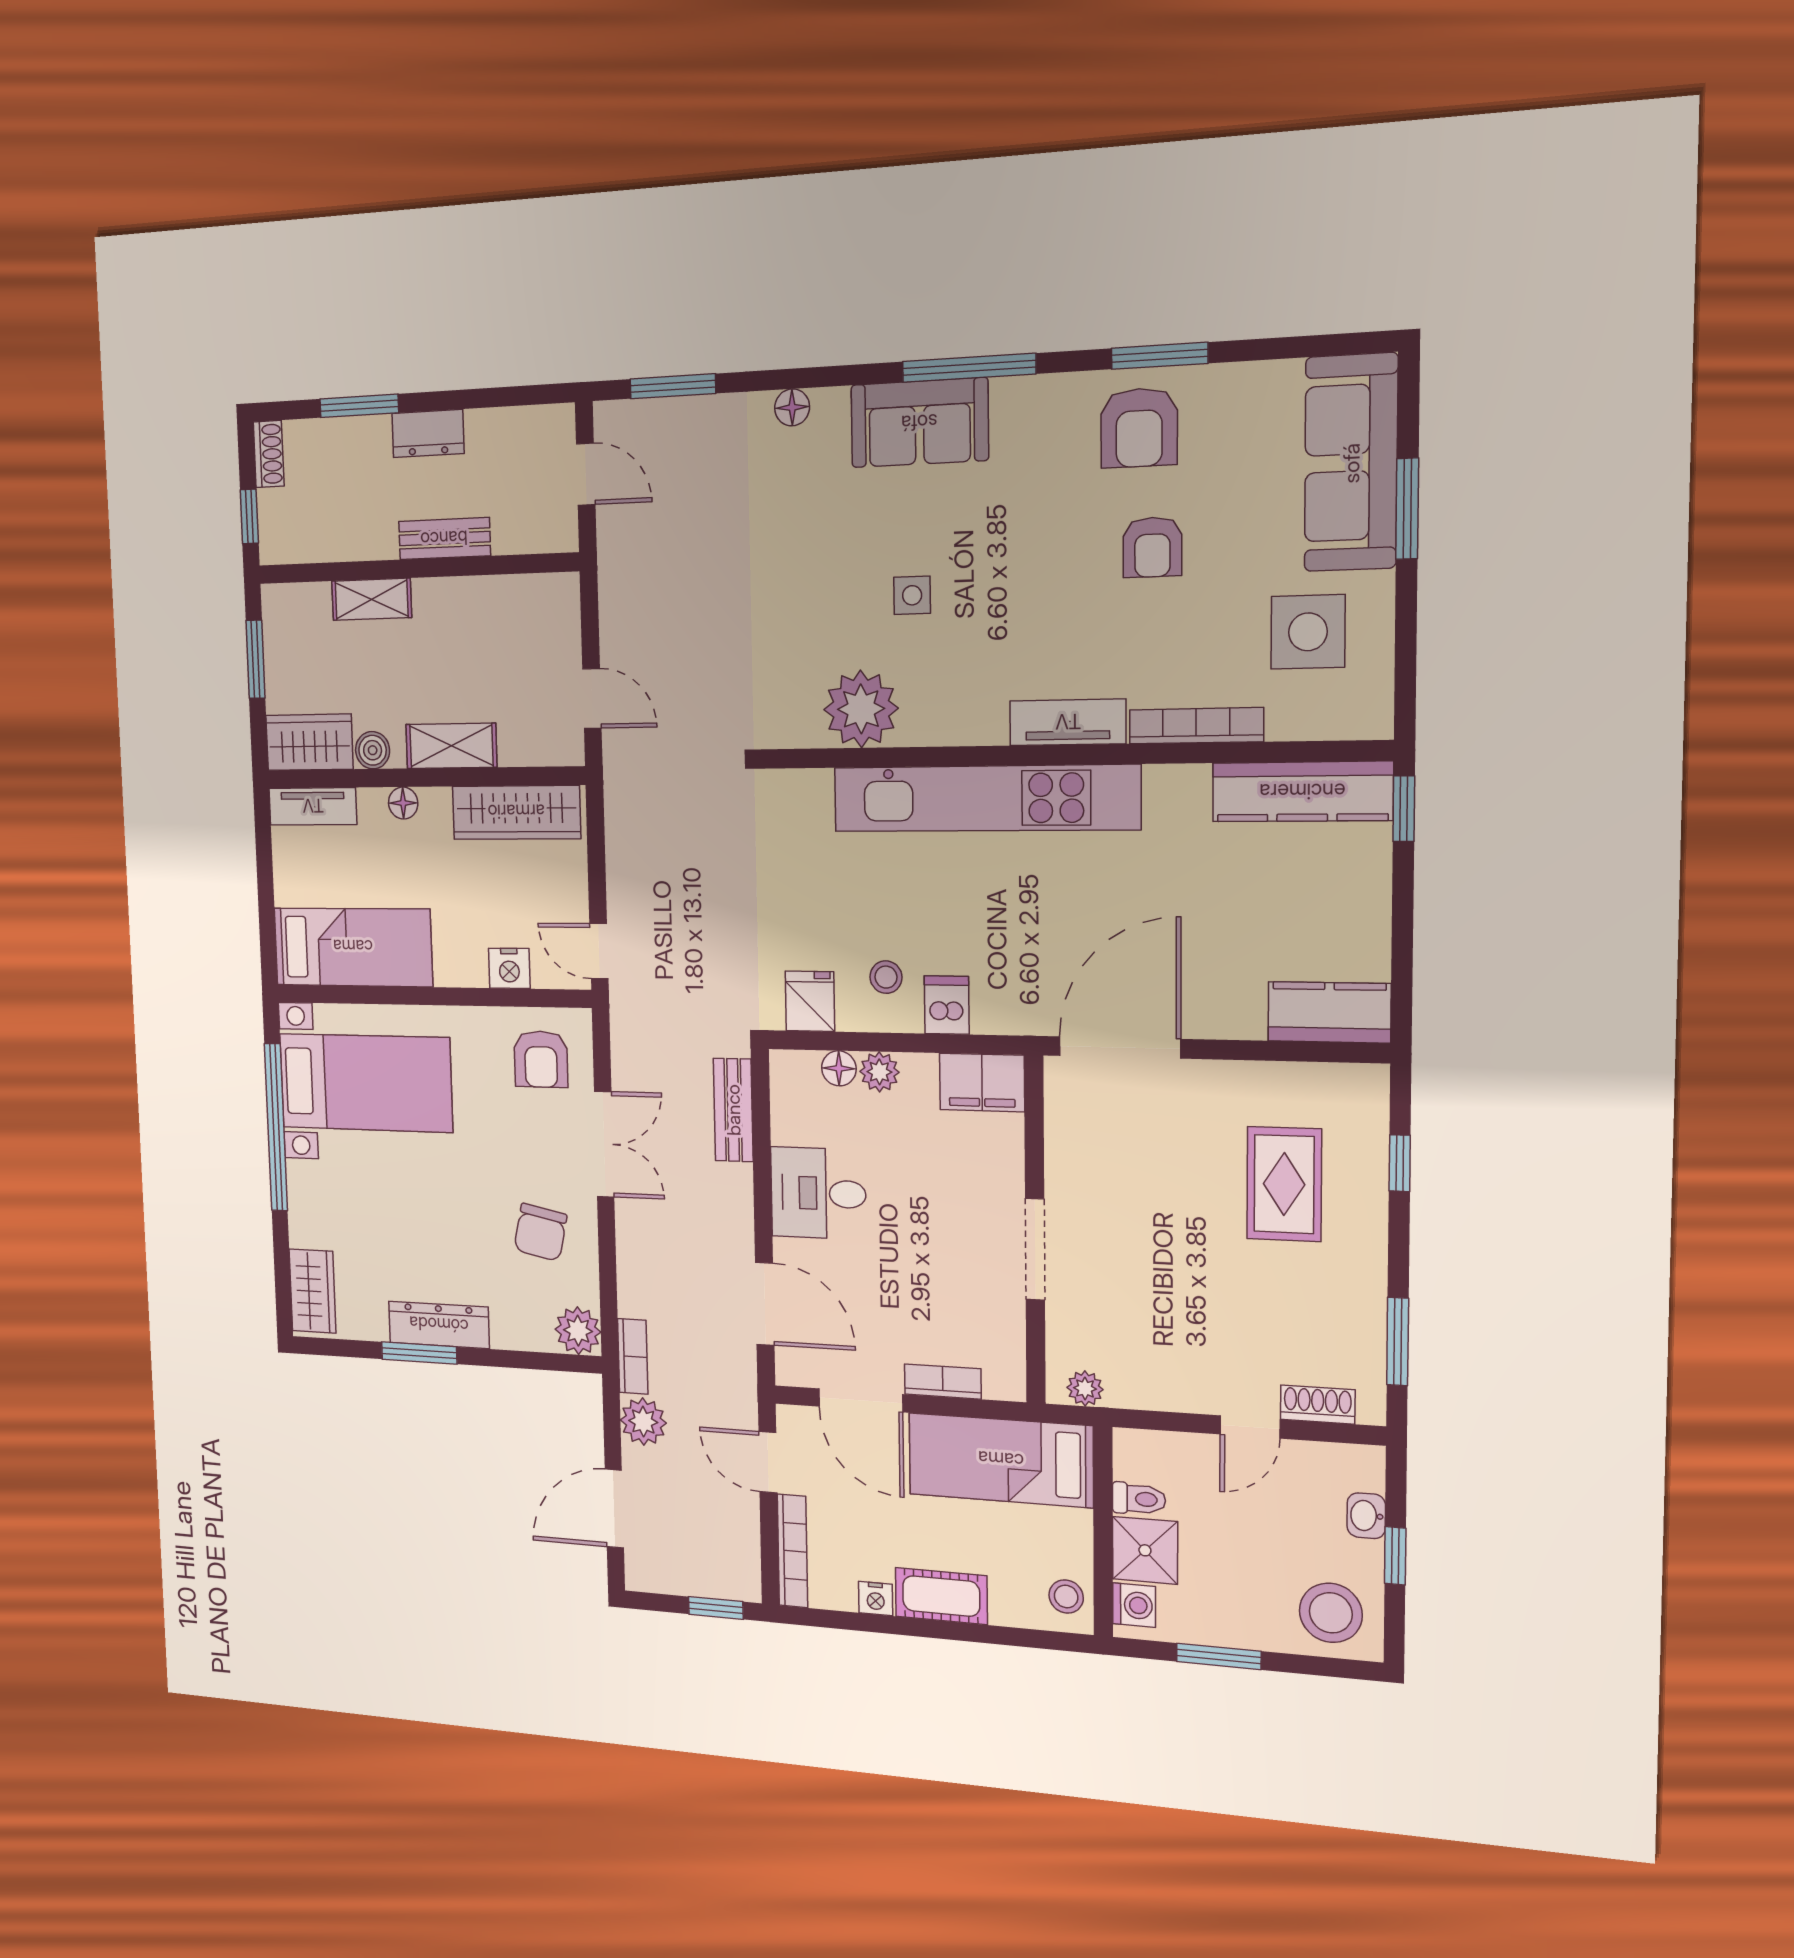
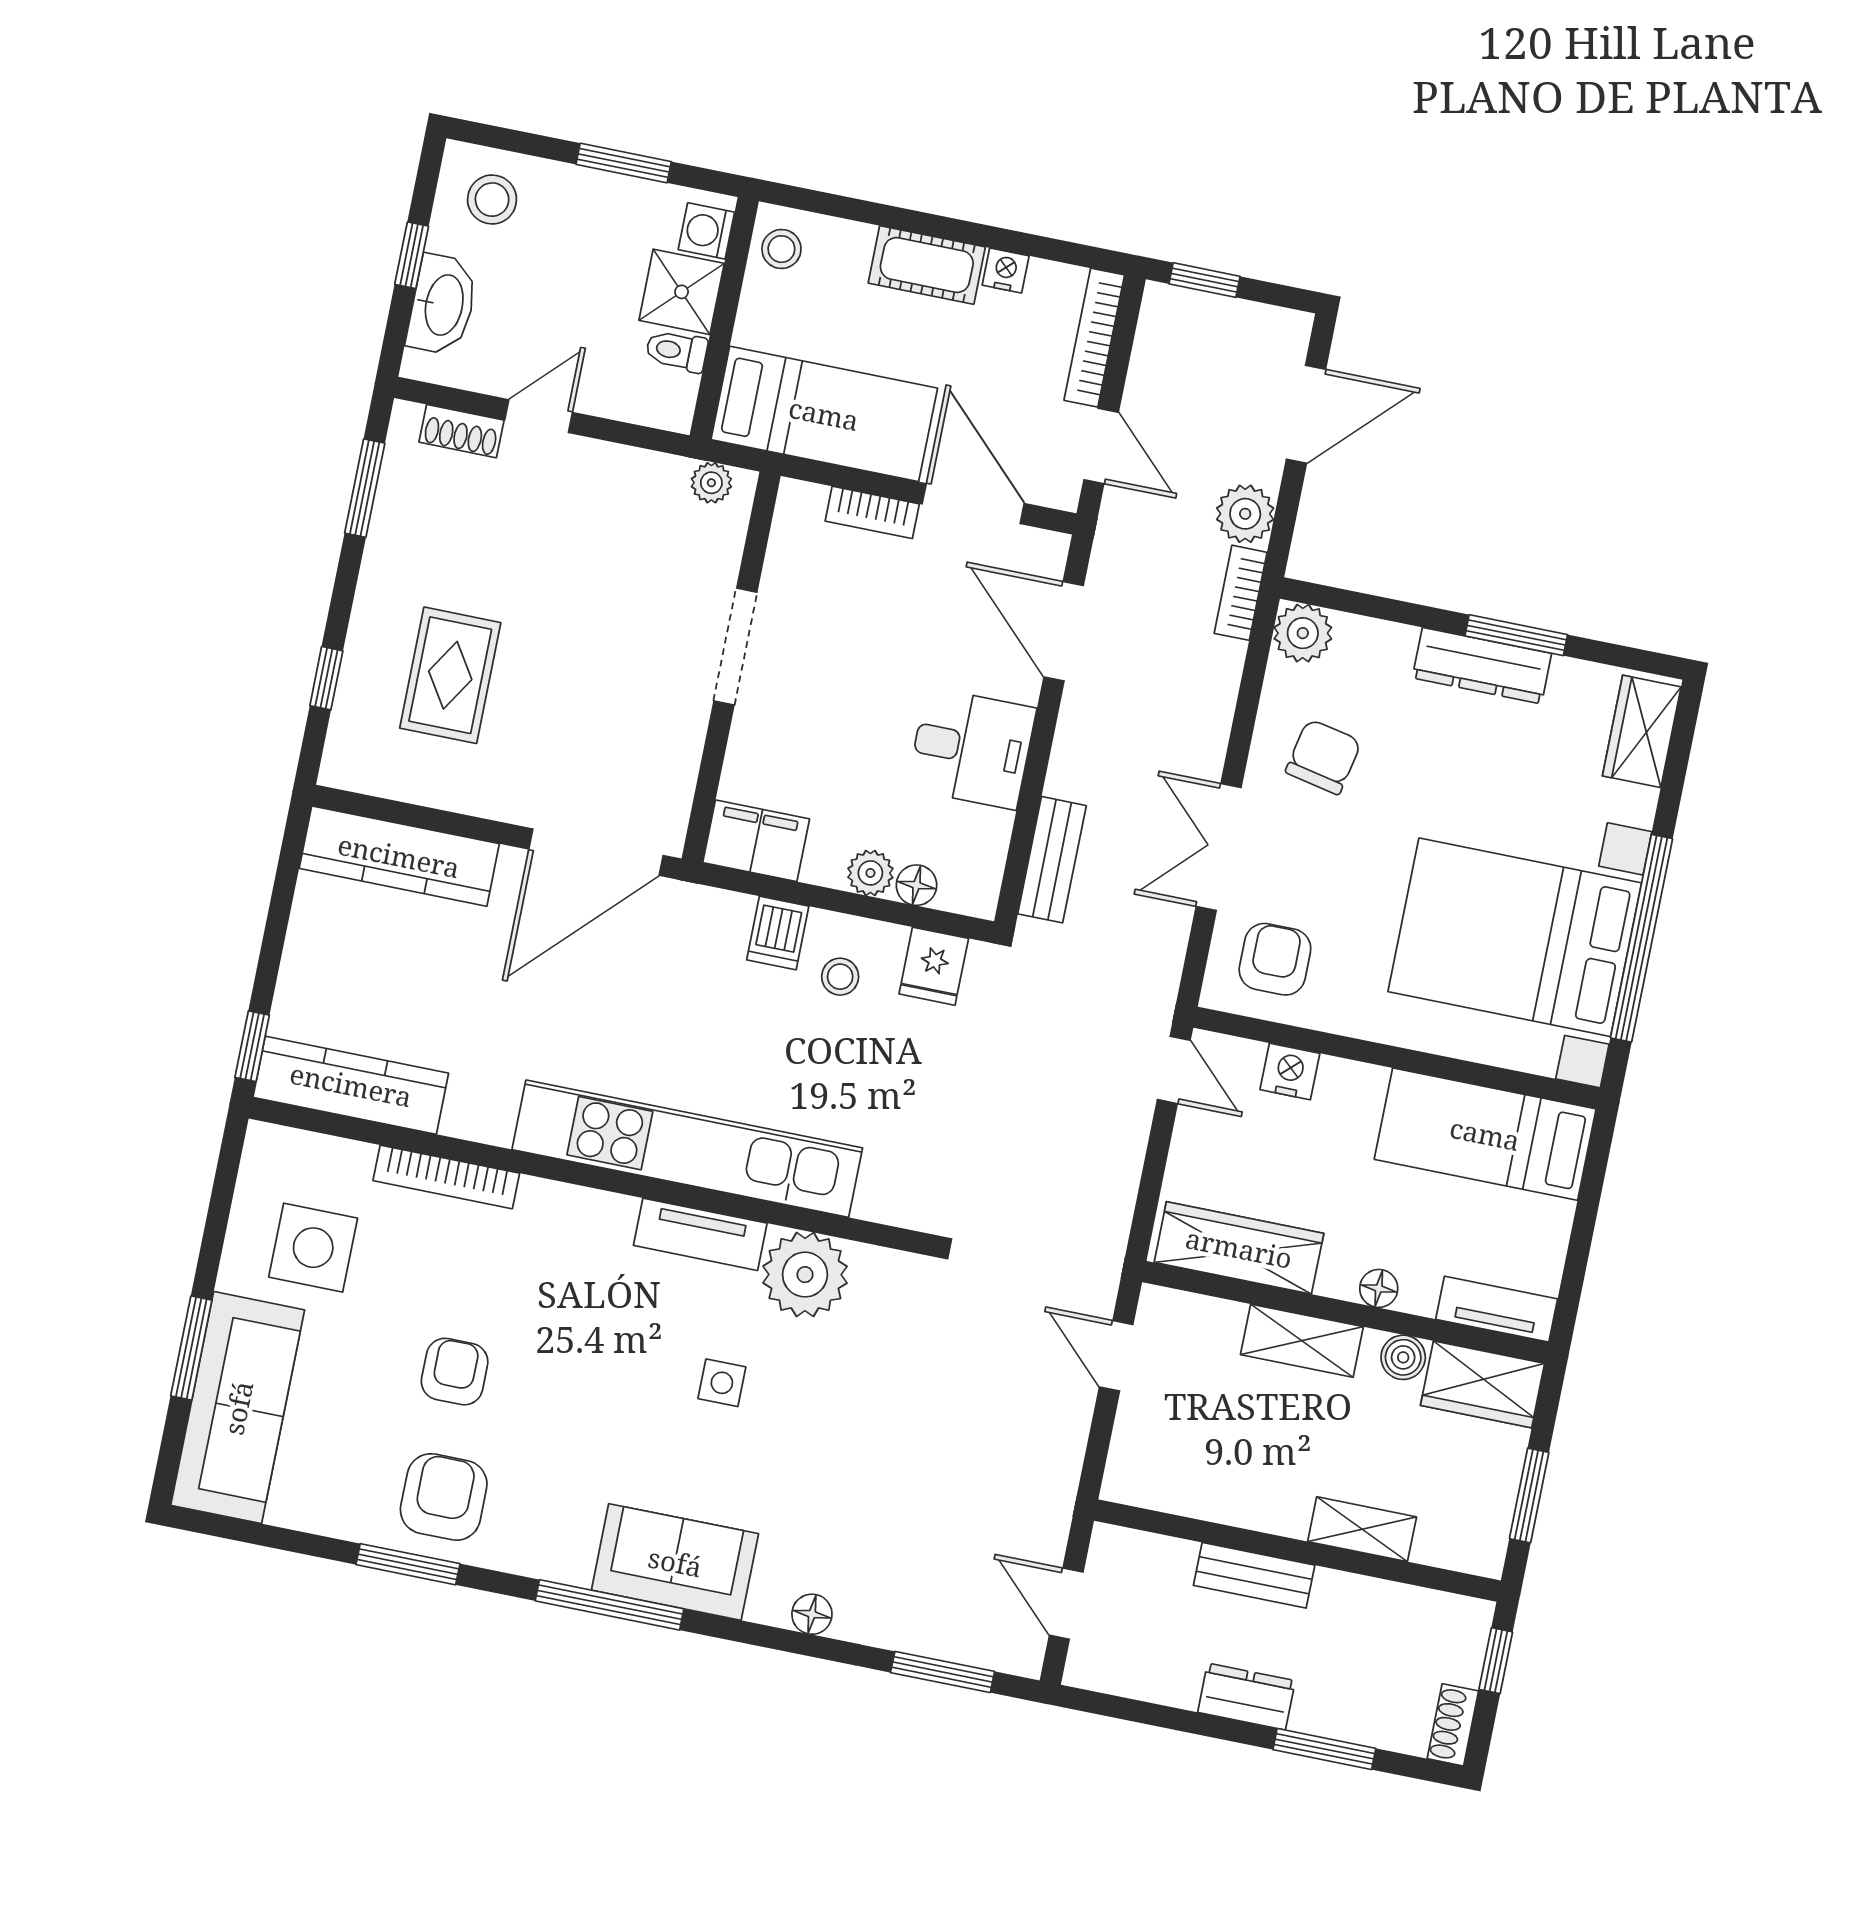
tv unit: (1068, 722) -> (700, 1234), moved
kitchen counter: (1329, 1012) -> (399, 856), width x1.50
bed with nightstands: (366, 1083) -> (1515, 937), width x1.36
washbasin: (1366, 1516) -> (442, 305), width x1.91, depth x1.45
stool: (1331, 1613) -> (492, 200), width x0.73, depth x0.73

